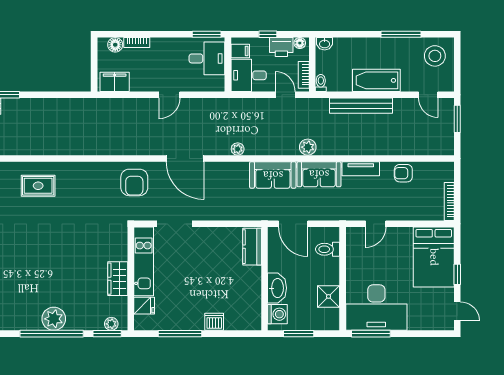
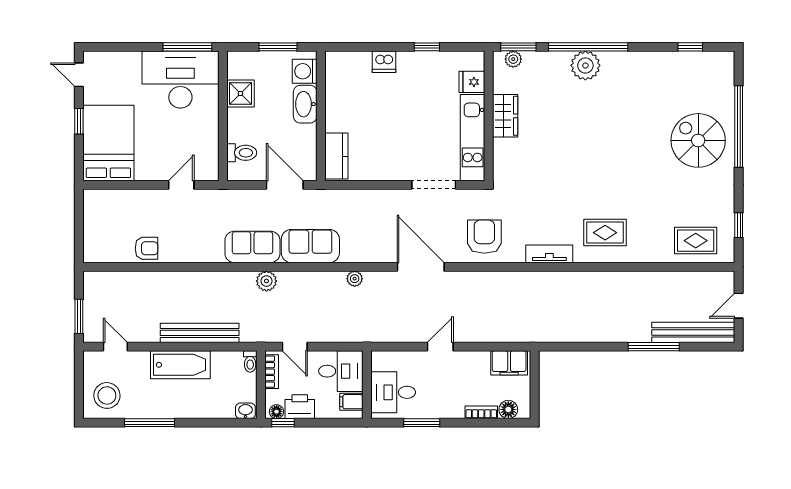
window: (207, 34) -> (422, 423), moved
window: (268, 34) -> (283, 423), moved
tv unit: (361, 169) -> (549, 254), moved
bookcase: (449, 201) -> (89, 213), removed
window: (180, 334) -> (427, 47), width x0.46

